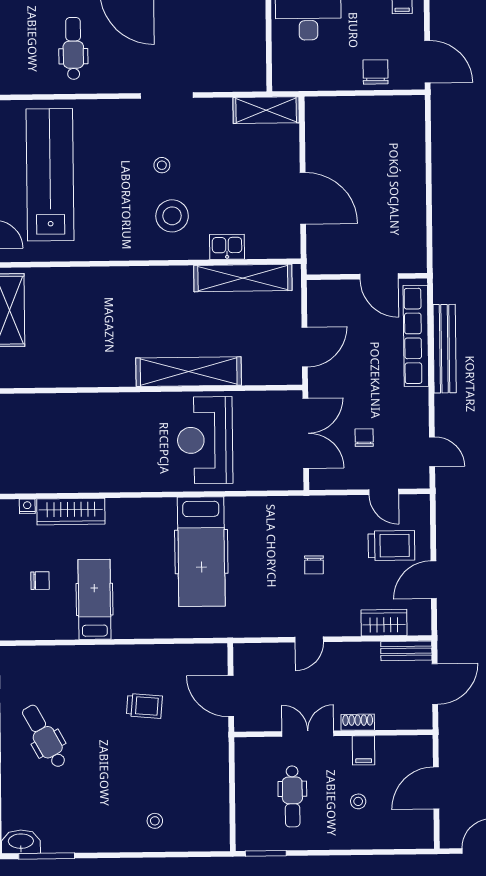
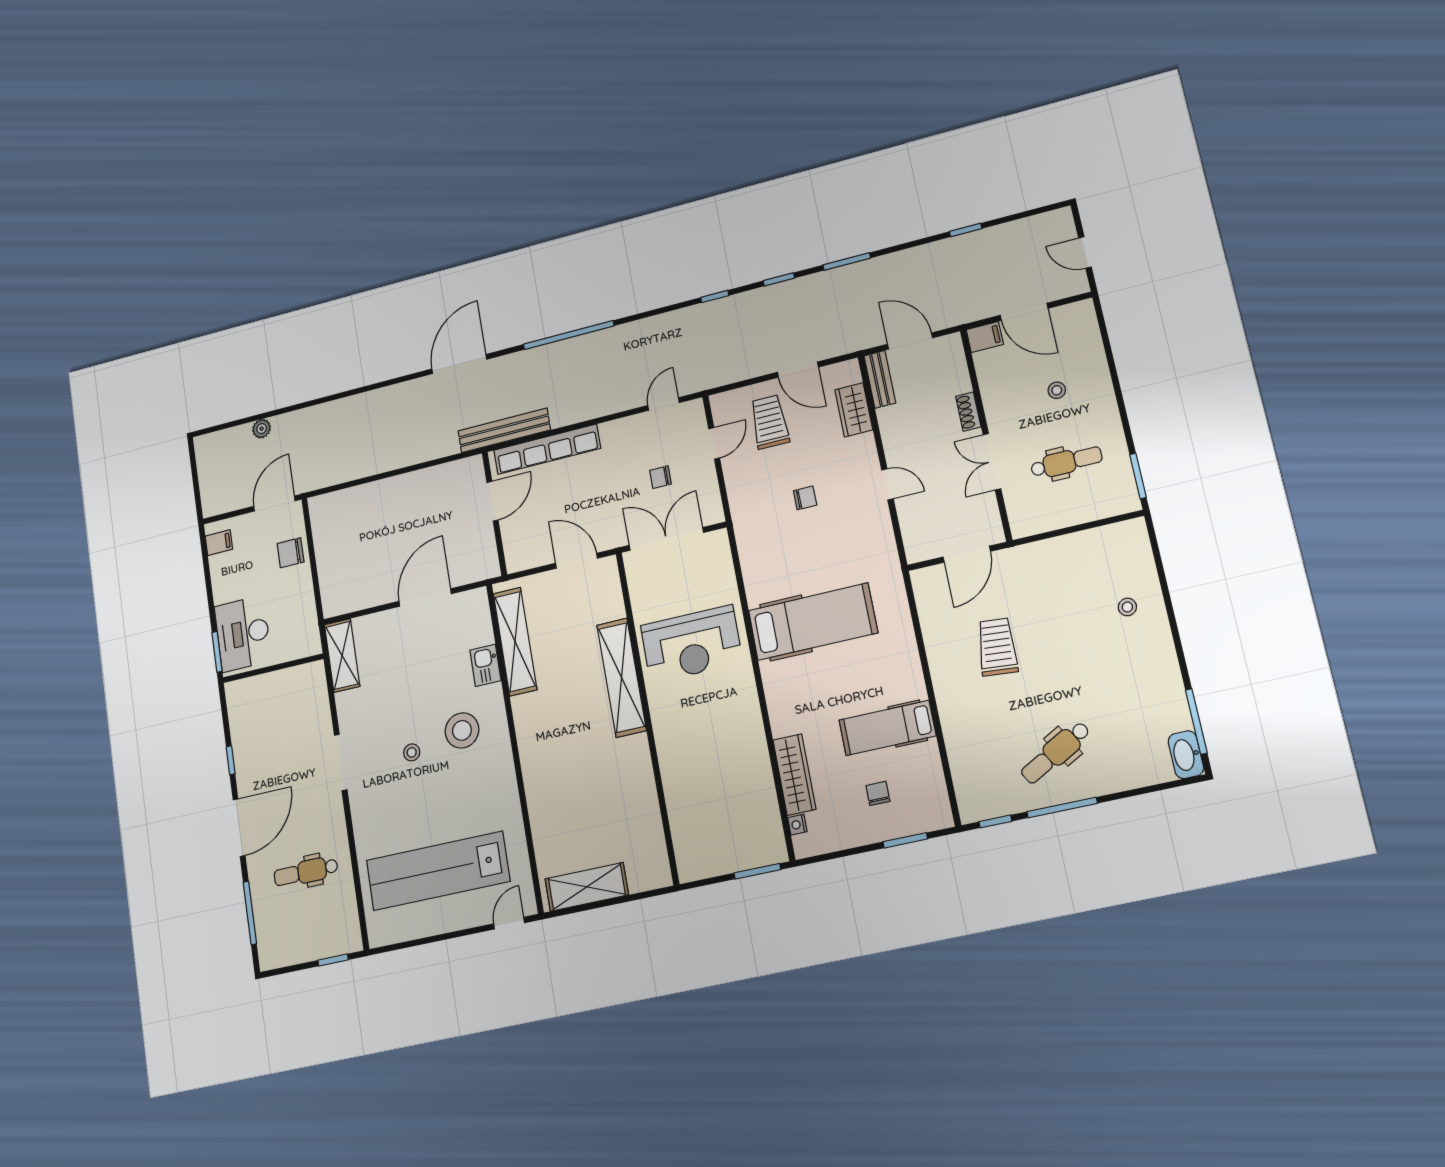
bench: (445, 349) -> (504, 430), moved
trolley: (144, 706) -> (997, 647), width x1.36, depth x1.39
filing cabinet: (364, 750) -> (985, 337), moved

